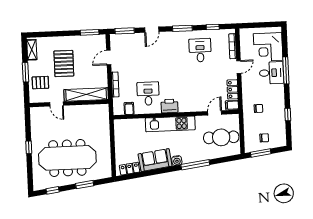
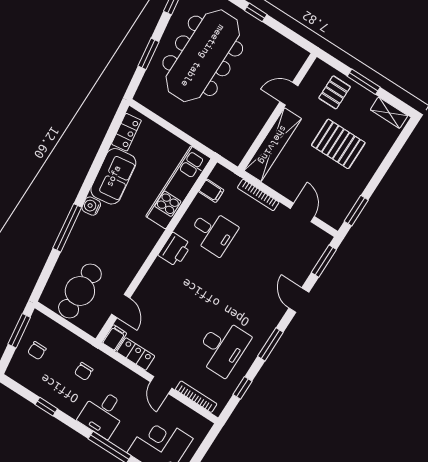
desk: (200, 50) -> (222, 347), width x1.37
desk: (271, 73) -> (103, 413), moved
kitchen unit: (170, 124) -> (178, 187), moved

